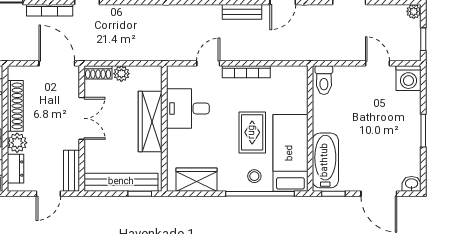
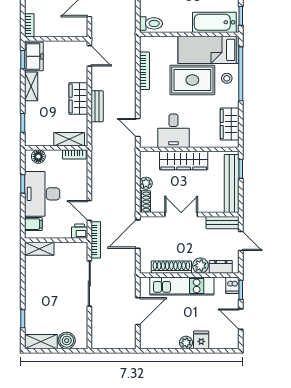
bench: (242, 12) -> (97, 106), moved
door: (208, 63) -> (138, 127), moved
bookcase: (246, 72) -> (144, 71), moved
rug: (252, 132) -> (192, 80), width x1.36, depth x1.43

